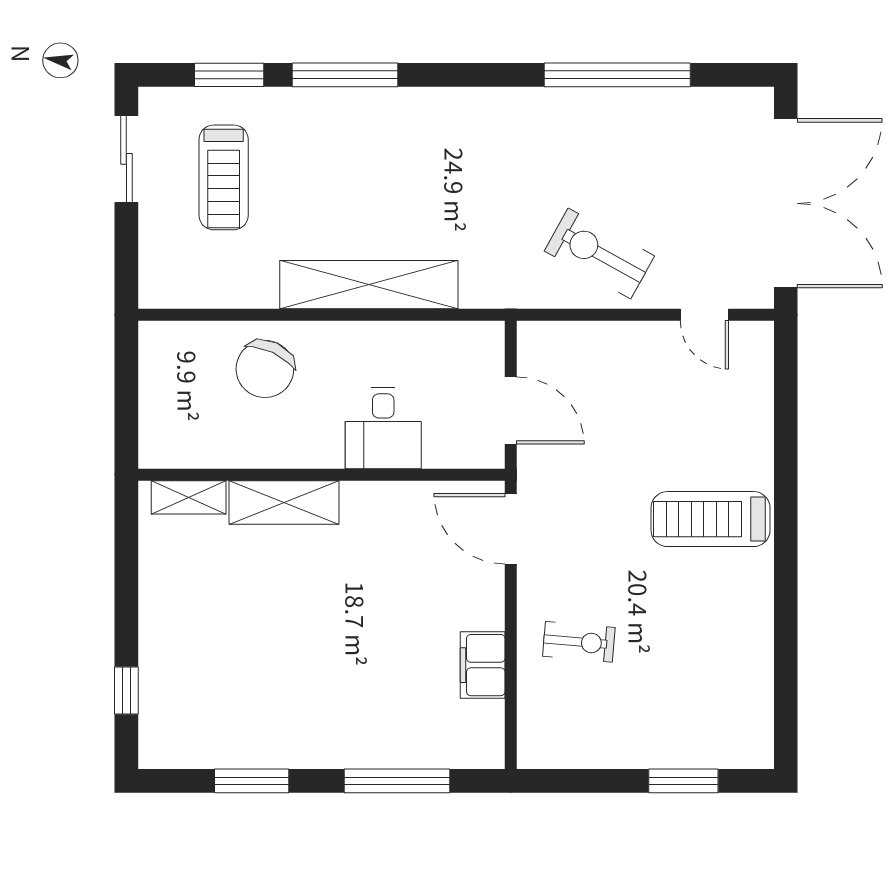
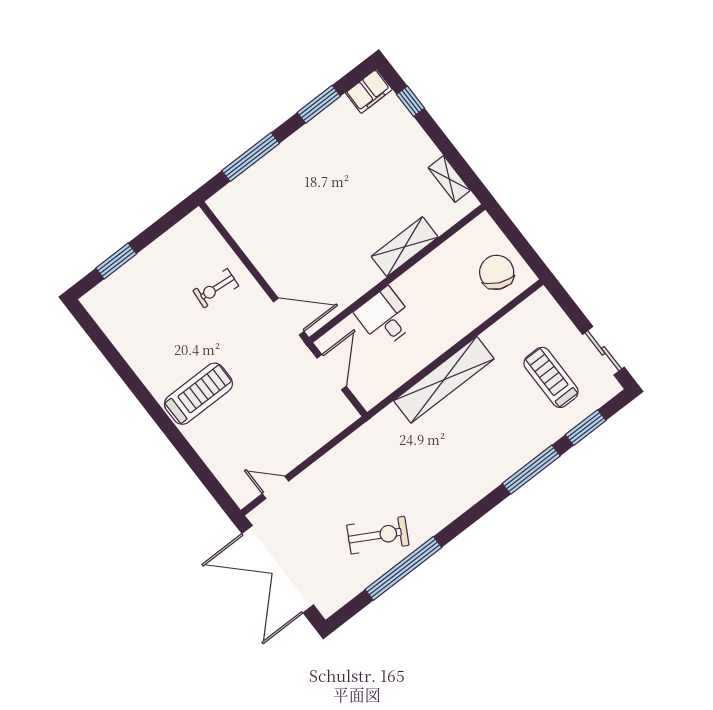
exercise bike: (599, 253) -> (378, 535), moved
chair: (265, 369) -> (497, 272), moved
door: (511, 411) -> (332, 372), swing flipped
shelving: (189, 497) -> (449, 179), moved, turned 90
filing cabinet: (483, 665) -> (369, 91), moved, turned 90

